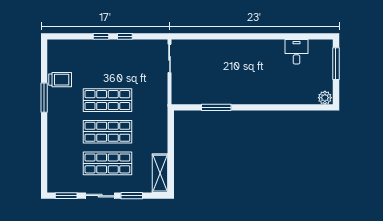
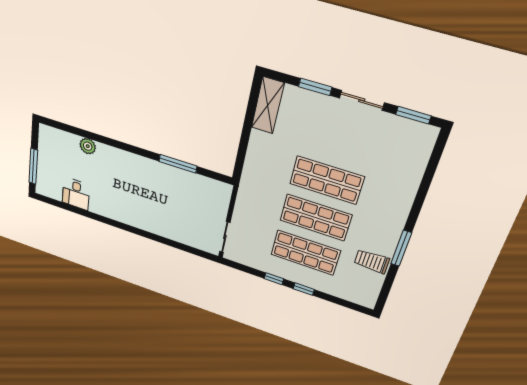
plant: (325, 98) -> (88, 146), moved
shop shelf: (107, 163) -> (305, 253), moved

